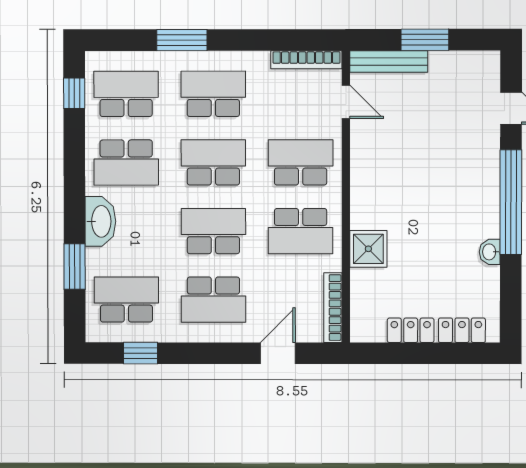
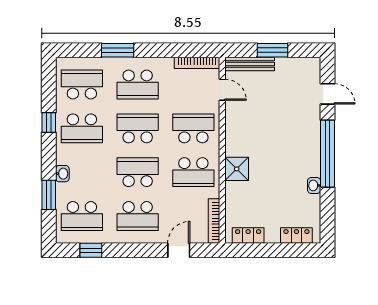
window: (74, 93) -> (49, 123), moved
school desk: (213, 94) -> (138, 85), turned 180
washbasin: (100, 221) -> (62, 174), width x0.52, depth x0.69
shower: (368, 249) -> (237, 169), moved
school desk: (126, 300) -> (82, 216), turned 180
locker: (411, 330) -> (248, 236), moved

